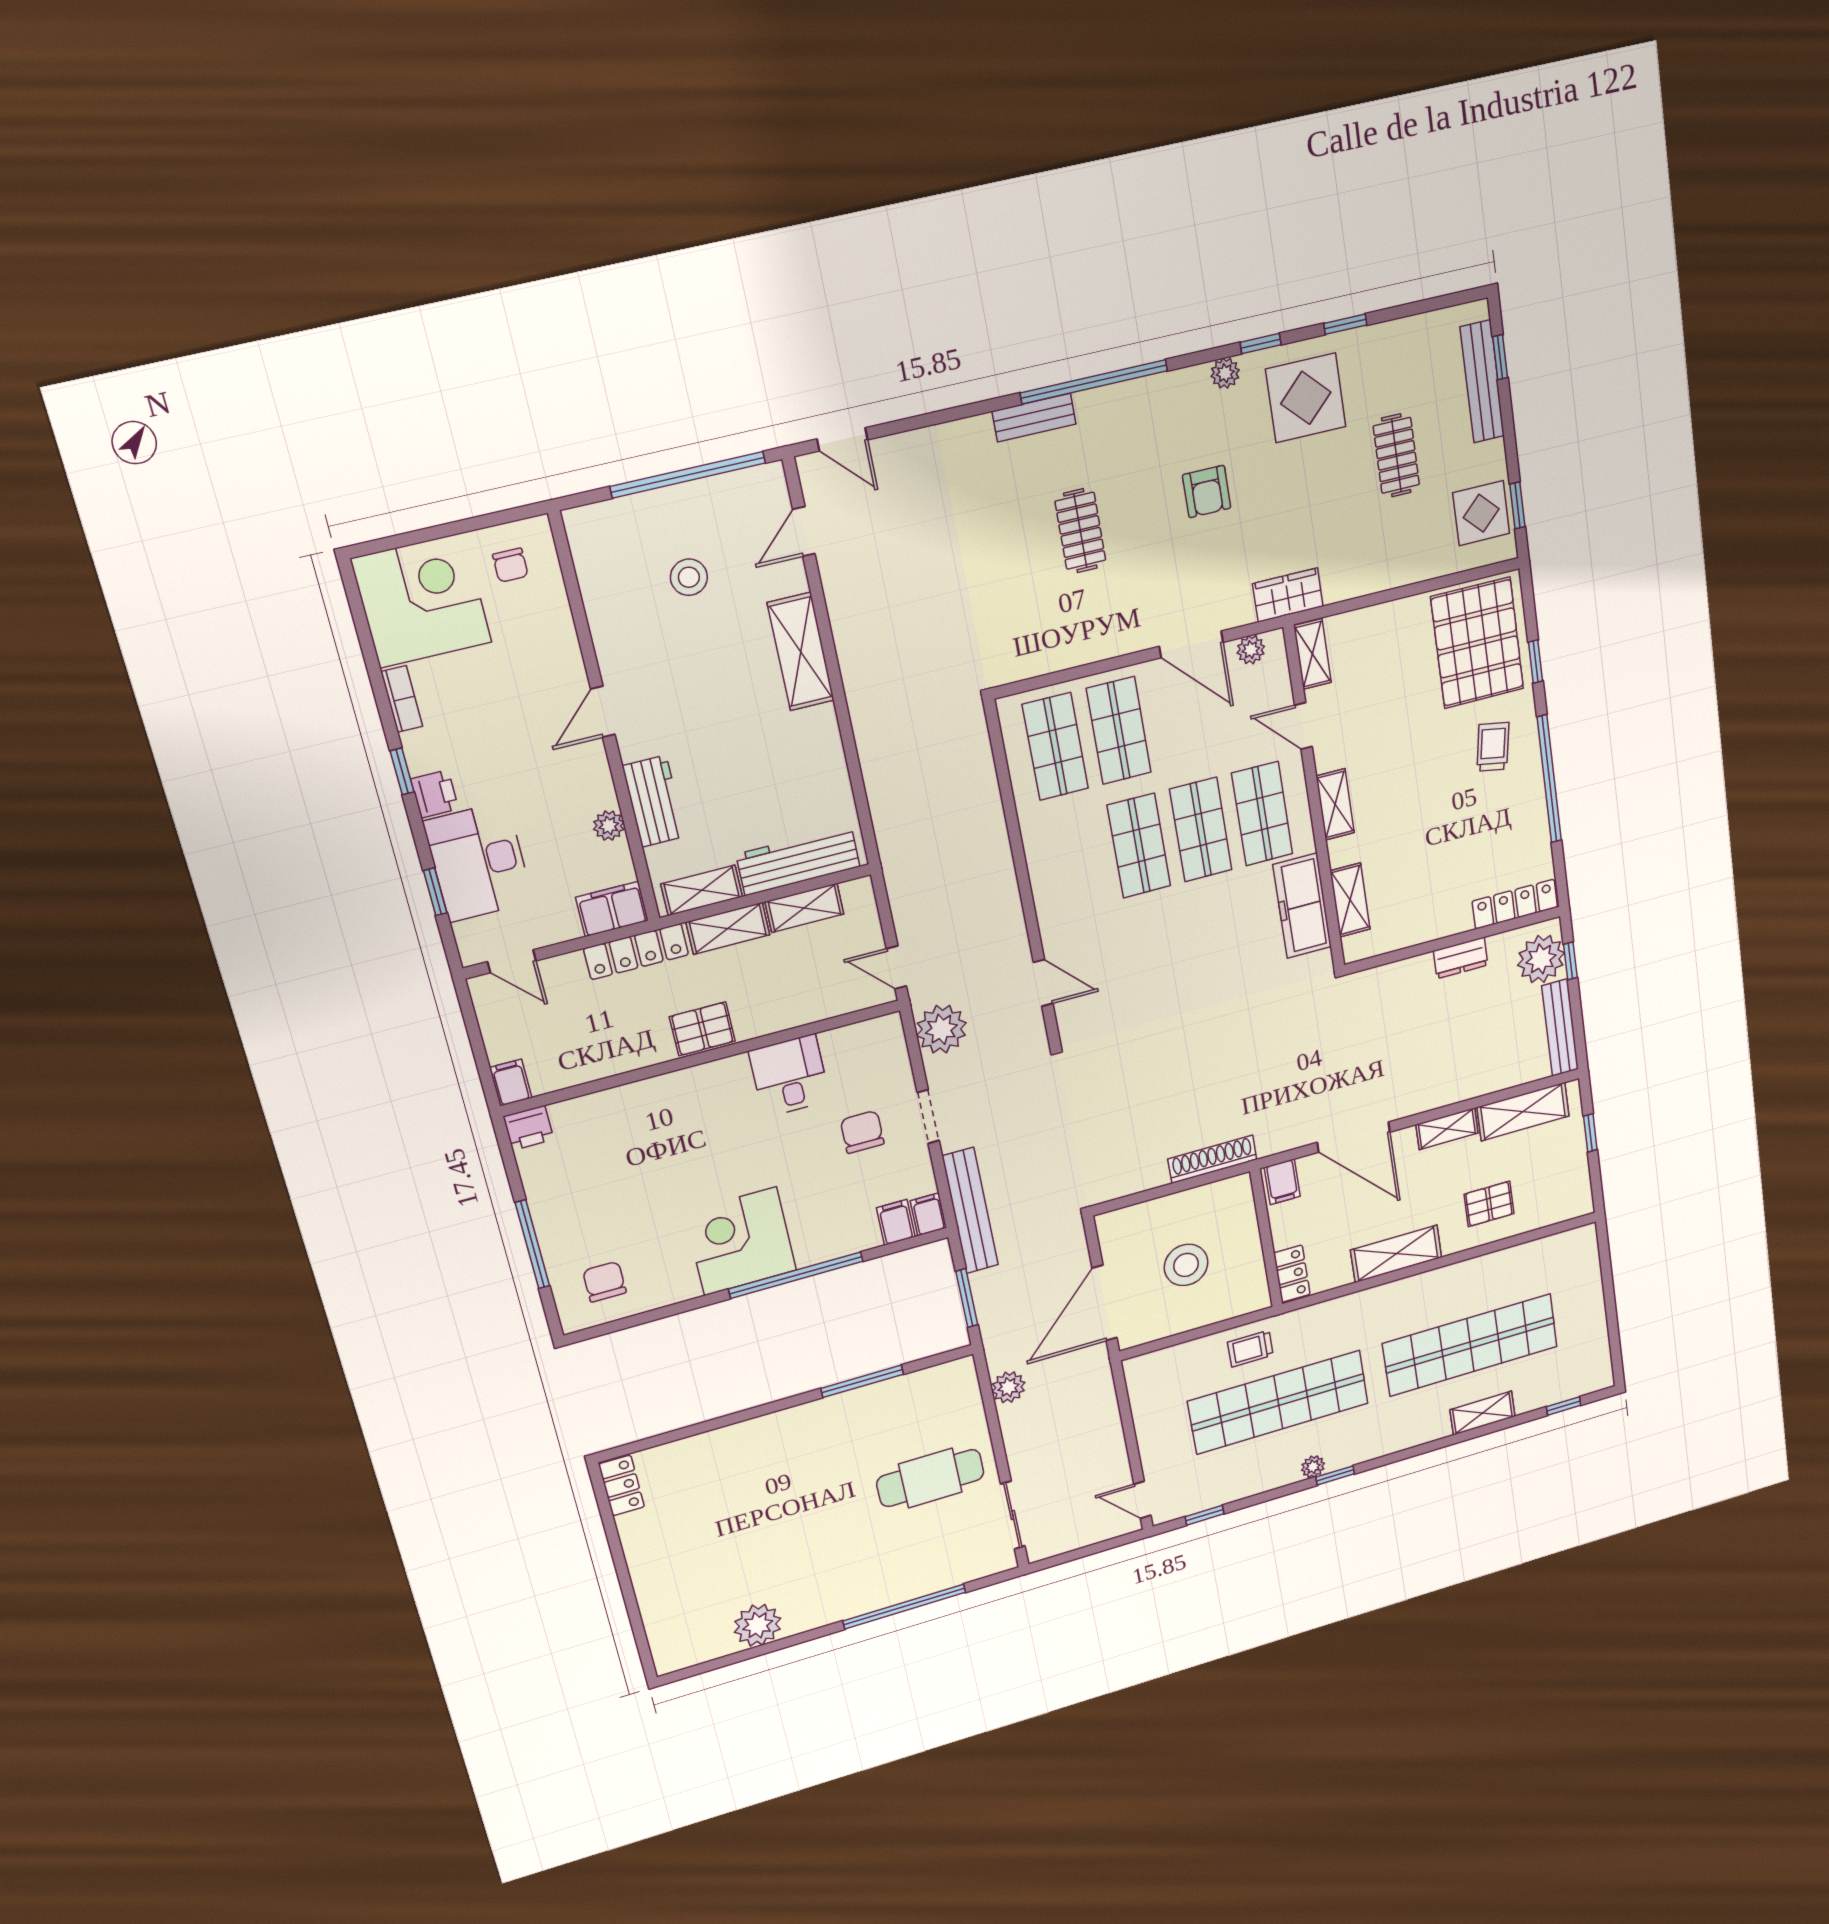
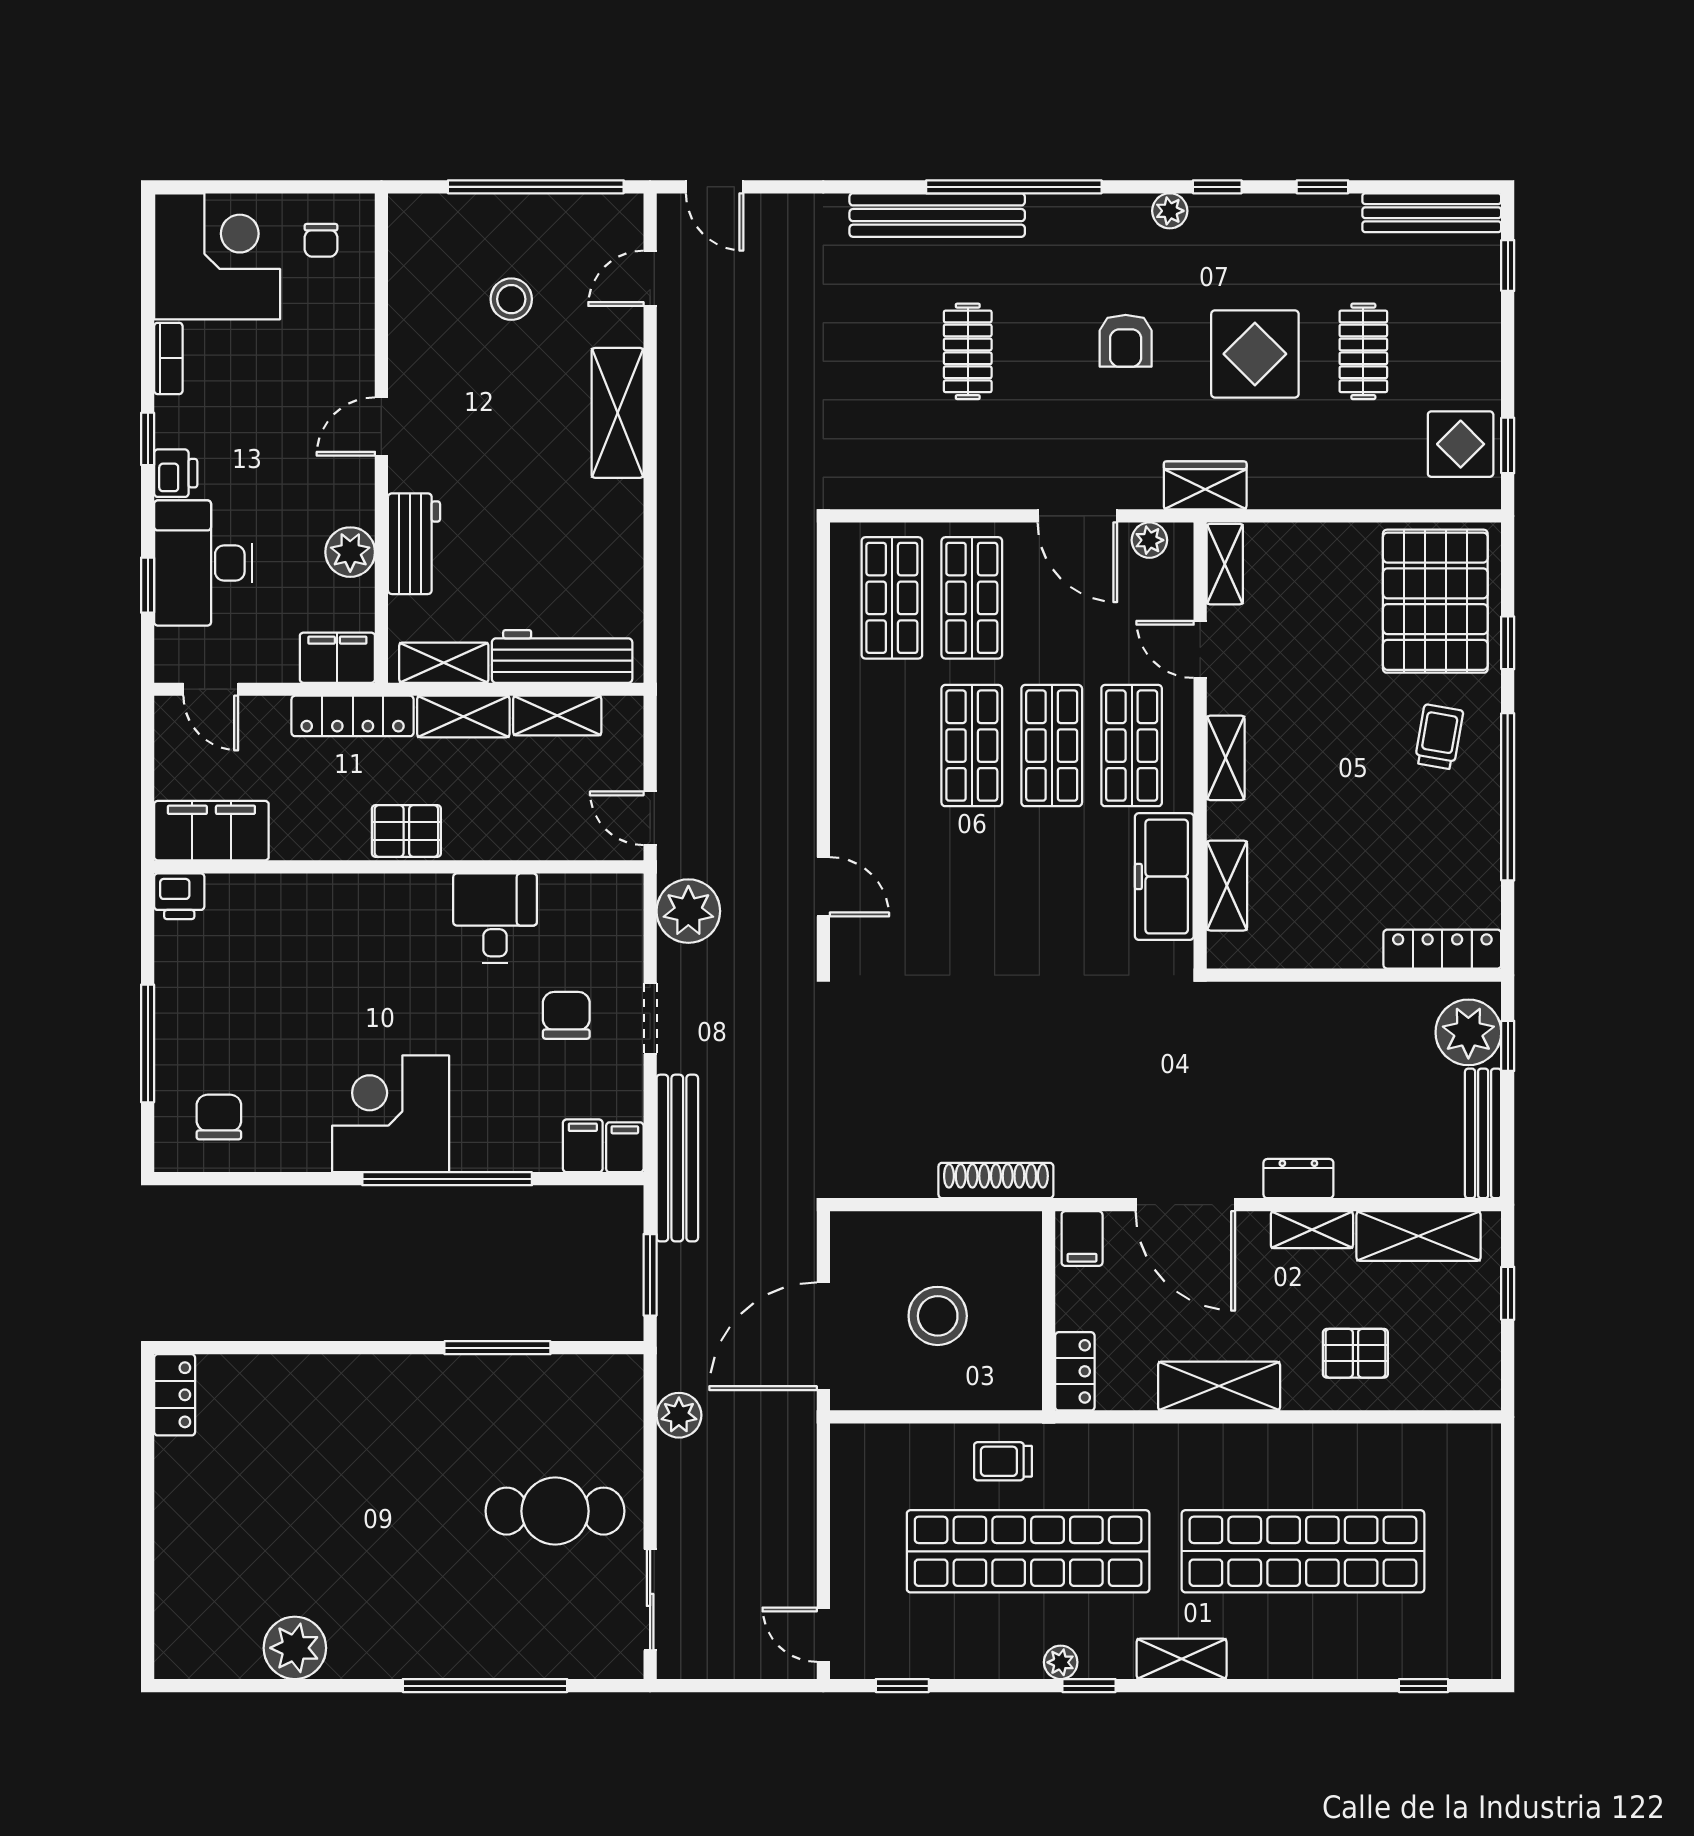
bench: (1482, 382) -> (1432, 213), moved, turned 90
display table: (1306, 398) -> (1255, 354), moved
bench: (1034, 418) -> (937, 215), width x1.86, depth x1.21
plant: (609, 826) -> (350, 552), width x1.38, depth x1.38
dresser: (1461, 958) -> (1298, 1179), moved, turned 180
filing cabinet: (511, 1083) -> (211, 831), width x3.00, depth x1.17
shelving: (1482, 1413) -> (1182, 1659), moved

